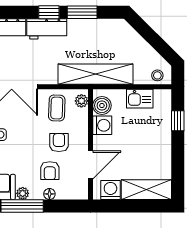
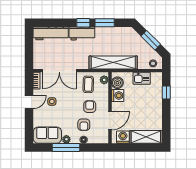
window: (154, 39) -> (151, 40), added

